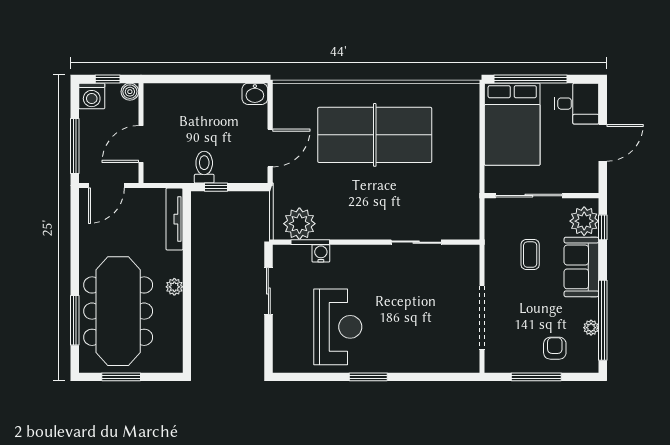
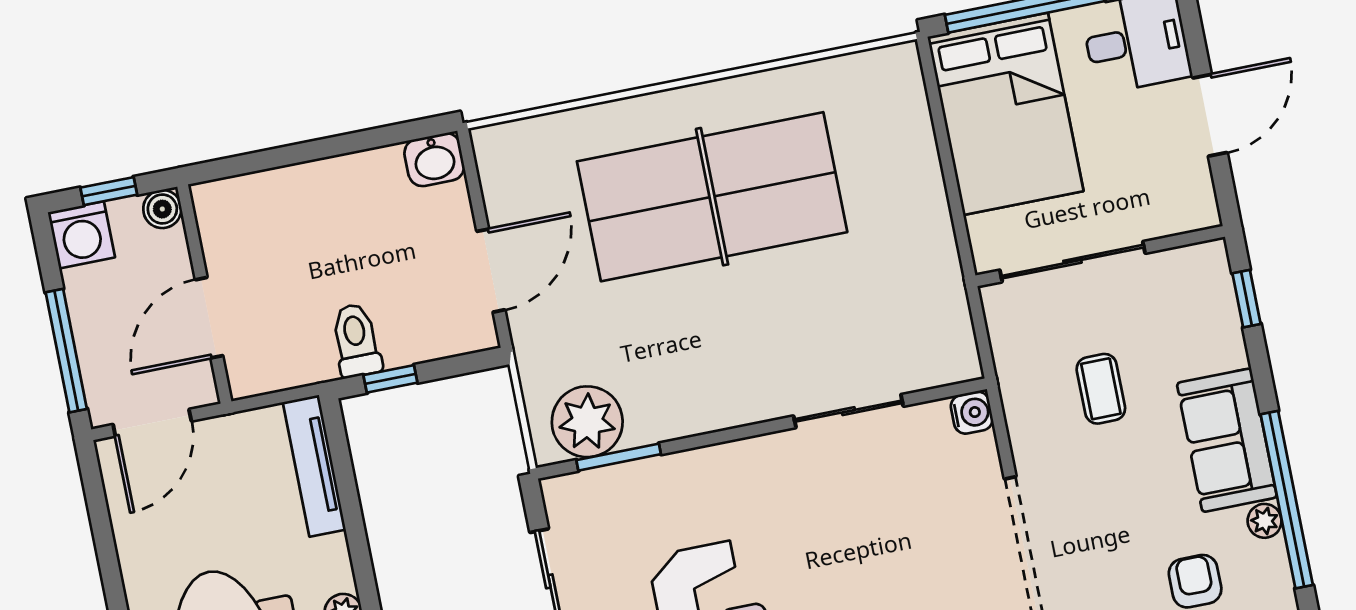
plant: (584, 221) -> (1204, 293), removed
water cooler: (321, 253) -> (972, 413), moved, turned 90
sofa: (581, 267) -> (1227, 440), moved

